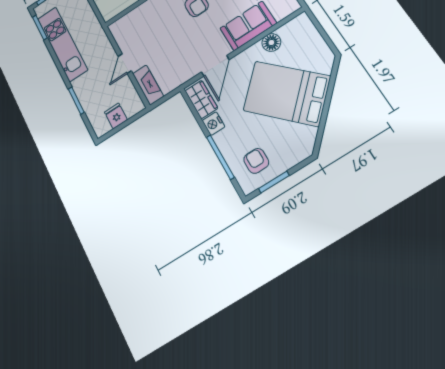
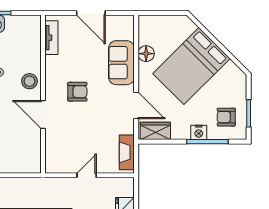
door: (125, 64) -> (87, 175), swing flipped
fireplace: (148, 85) -> (127, 152), moved, turned -90
nightstand: (214, 124) -> (199, 132), moved

